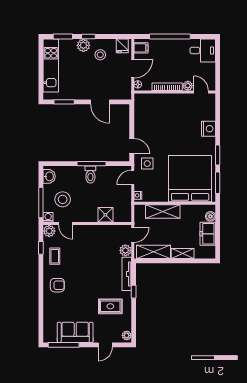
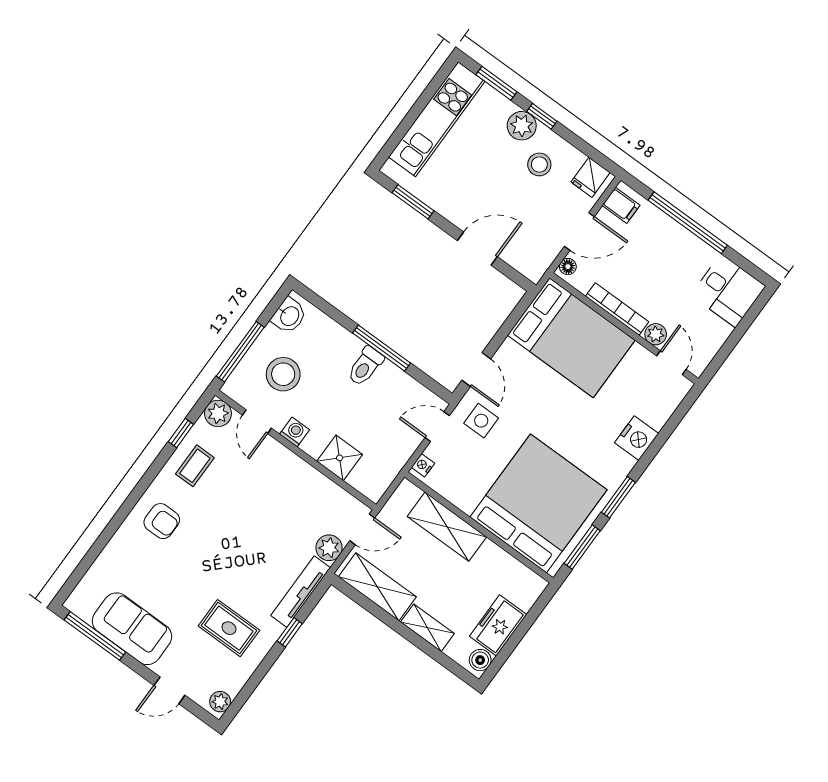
door: (100, 102) -> (477, 249), swing flipped
bed: (158, 109) -> (571, 338), added
boiler: (210, 216) -> (480, 660), moved
washing machine: (48, 217) -> (295, 432), moved

